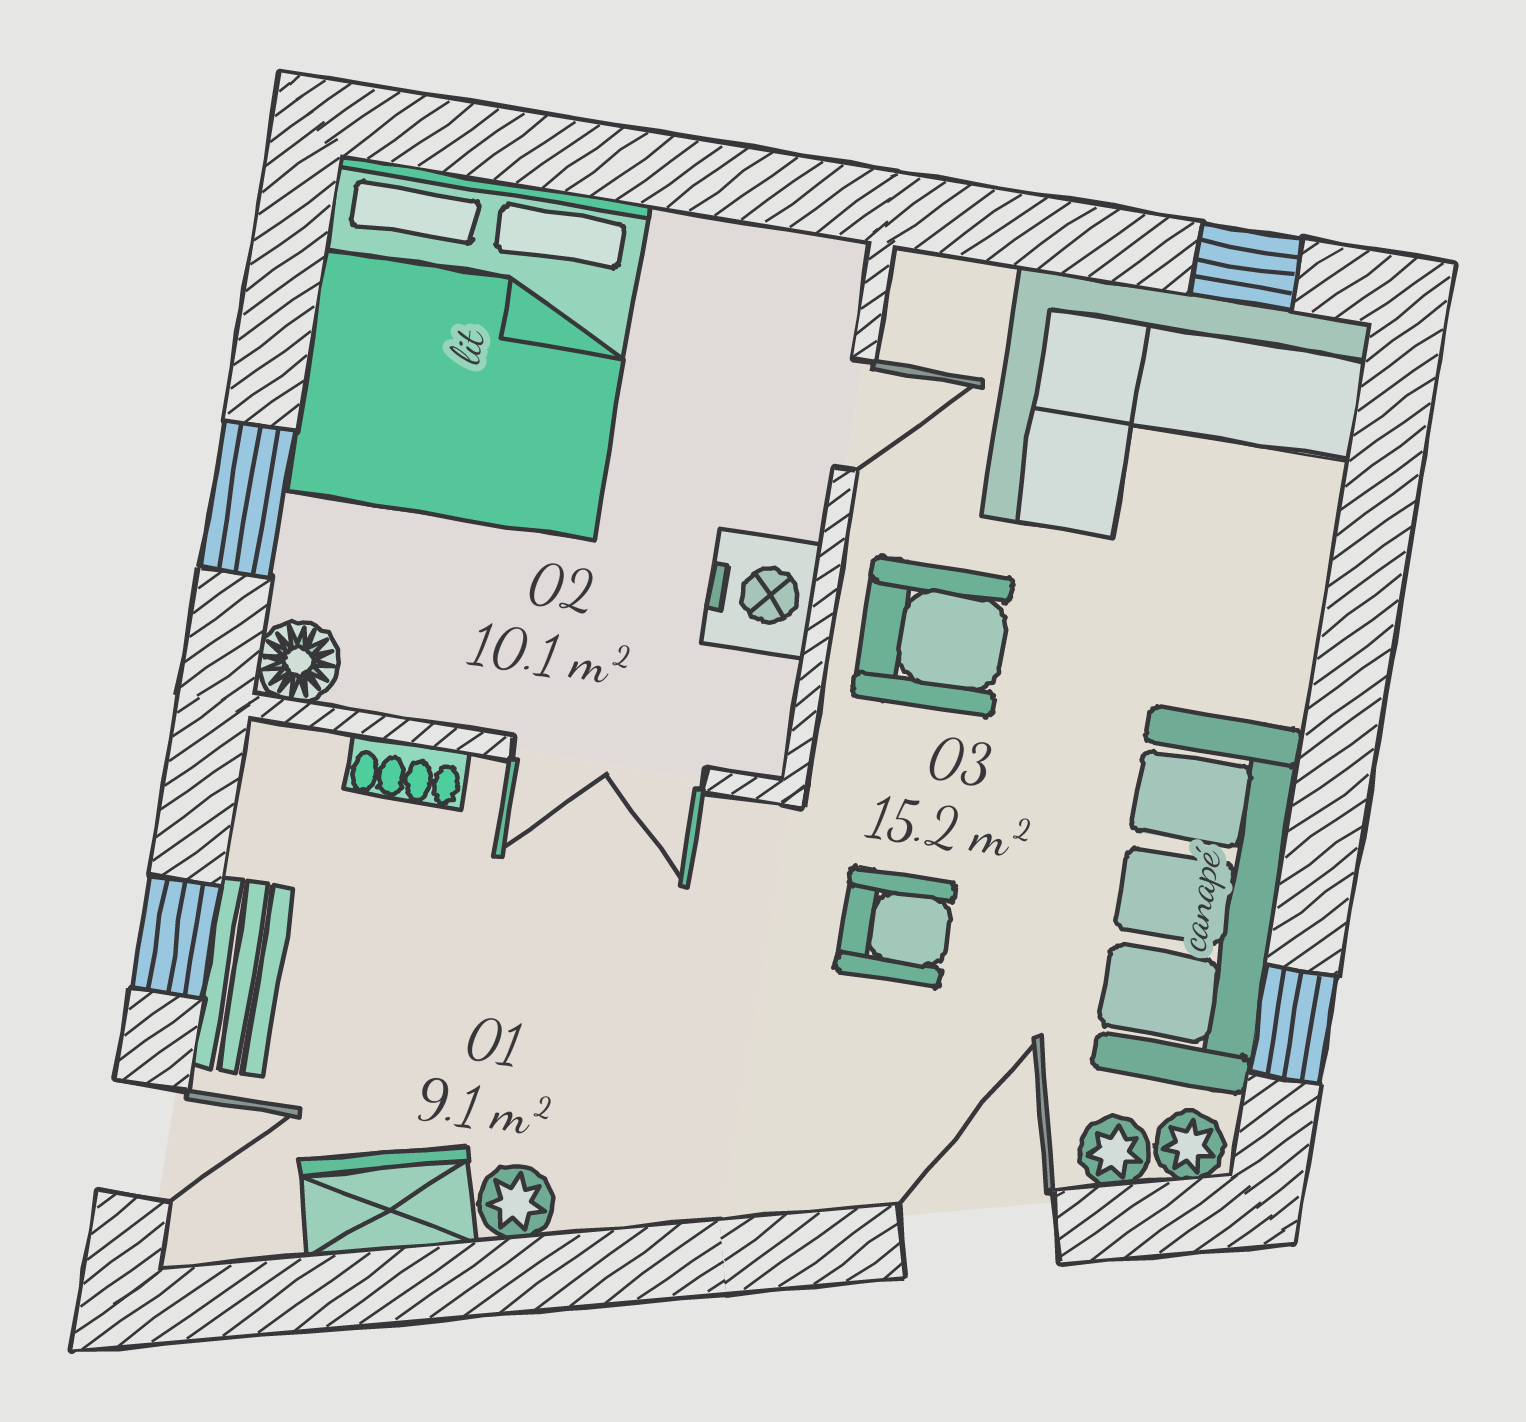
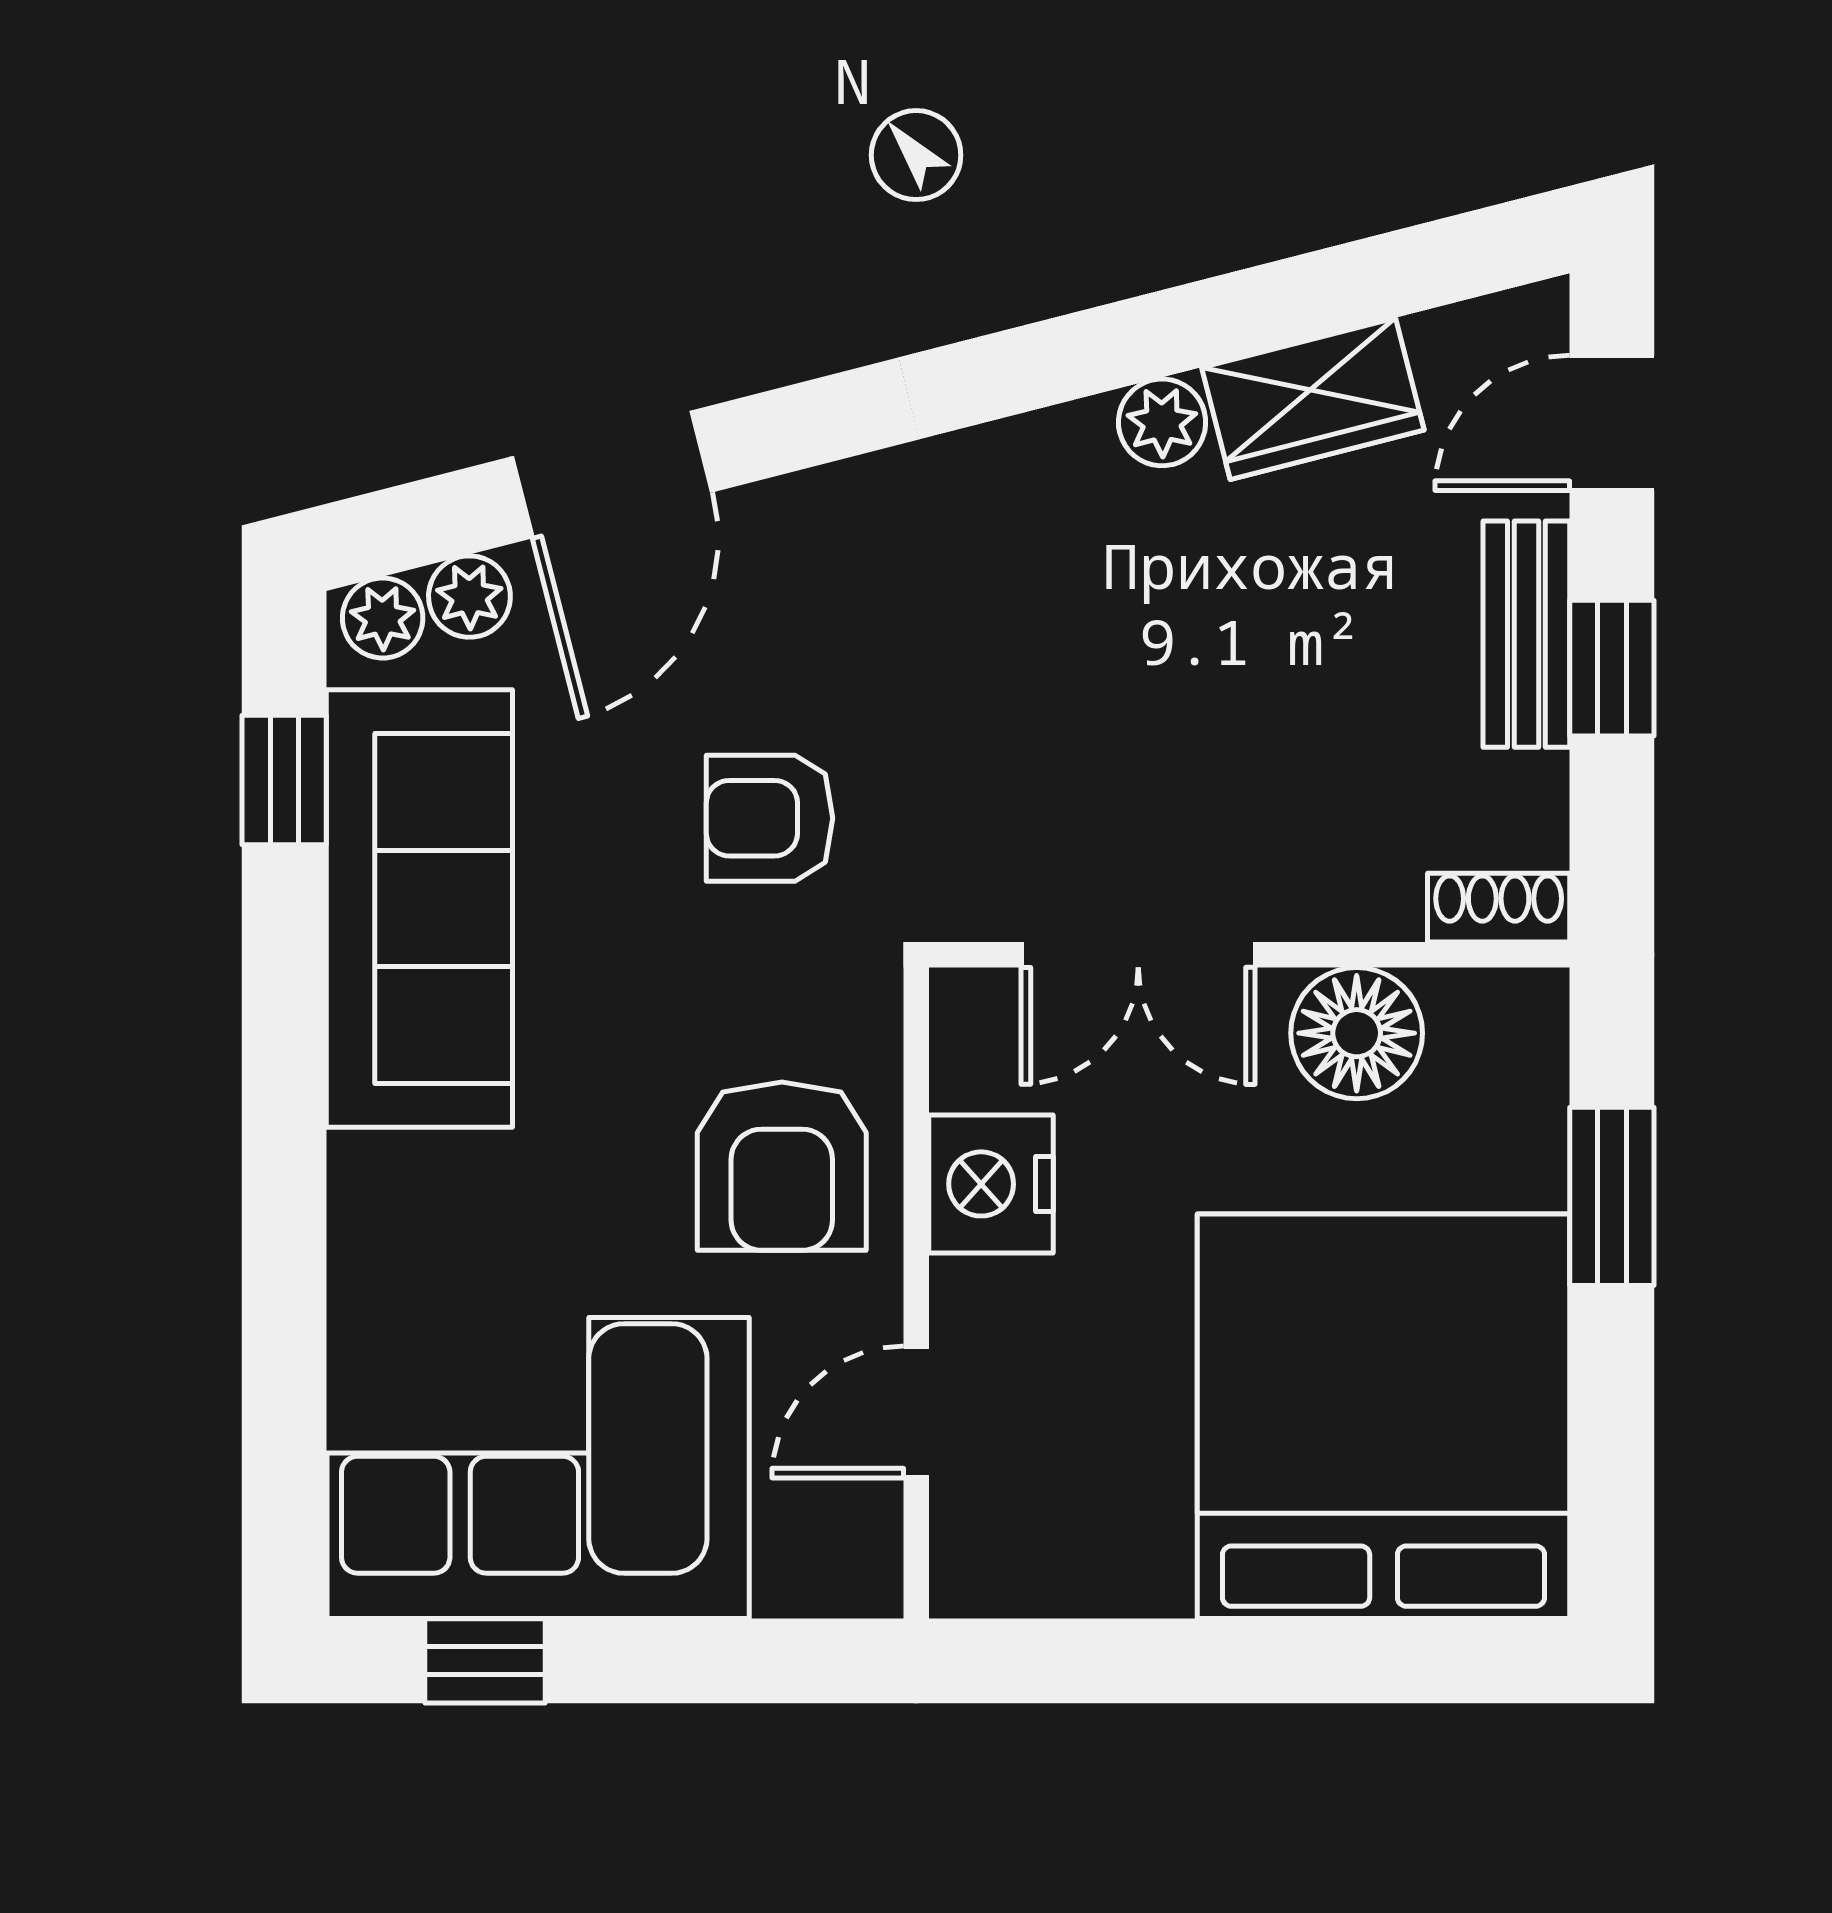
armchair: (933, 637) -> (782, 1166), turned -90
floor lamp: (298, 661) -> (1357, 1033), moved, width x1.38, depth x1.38
double door: (608, 764) -> (1138, 955), swing flipped
shoe rack: (406, 771) -> (1499, 908), moved

